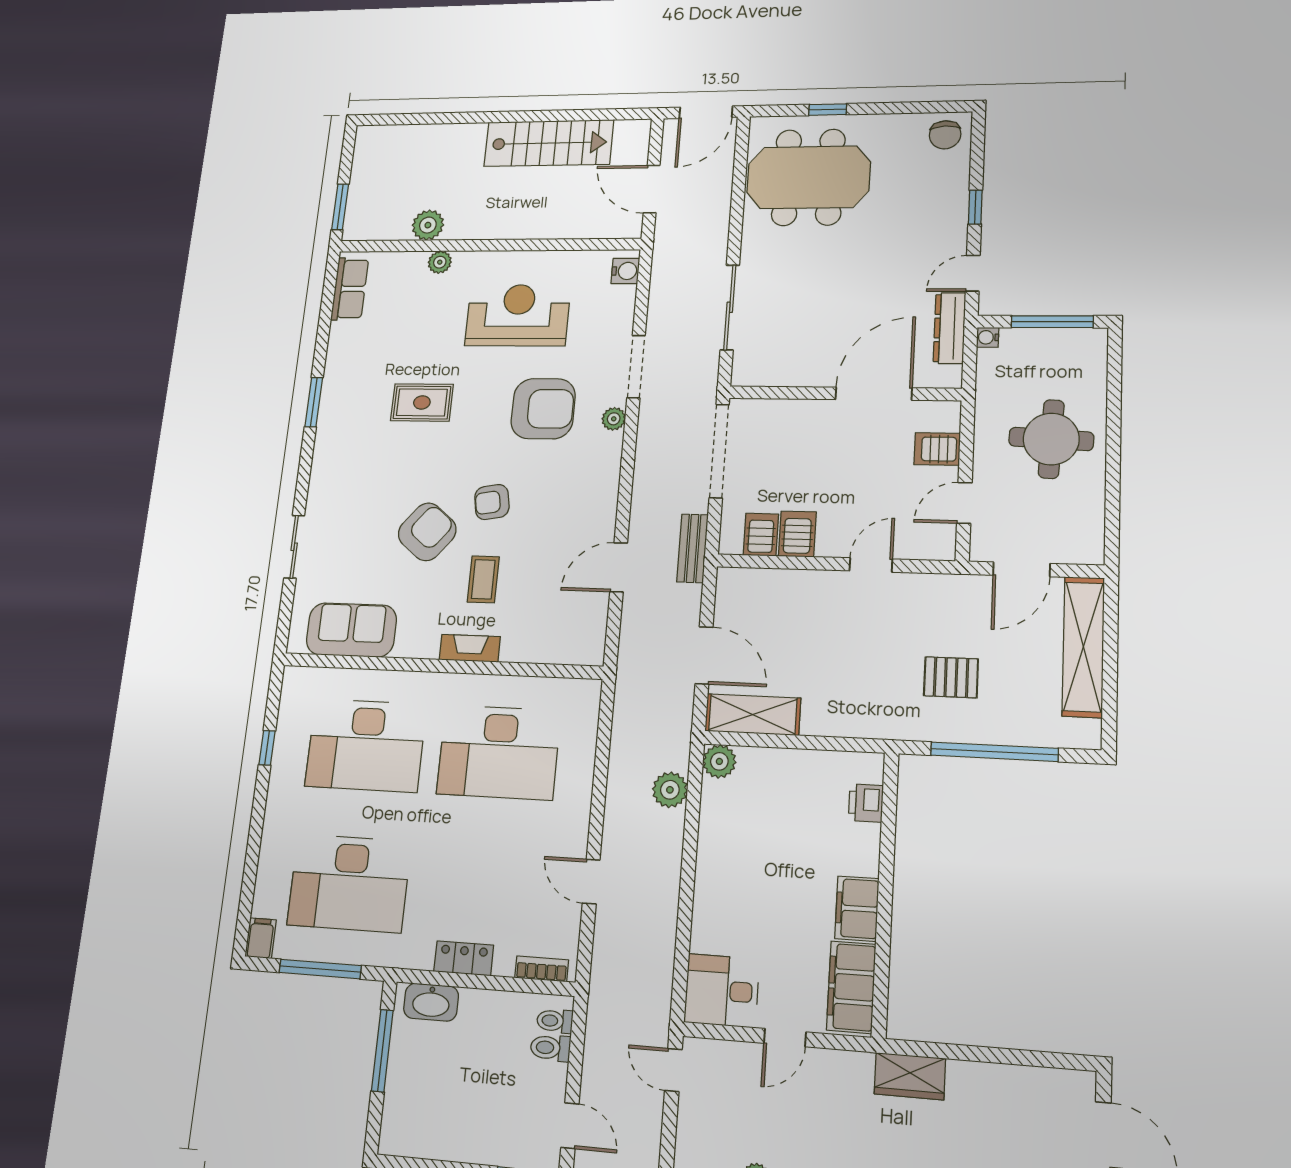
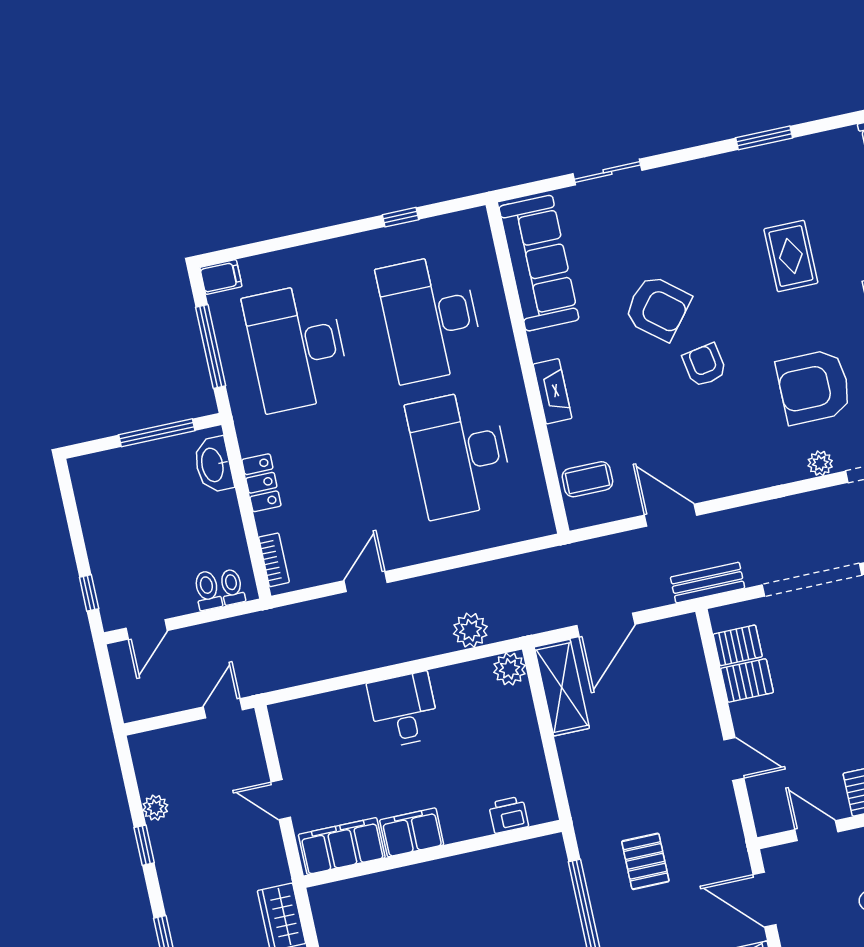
armchair: (543, 409) -> (814, 387), turned 90
coffee table: (483, 579) -> (587, 479), moved
sofa: (351, 630) -> (539, 263), width x1.36
desk: (722, 991) -> (404, 710), moved

